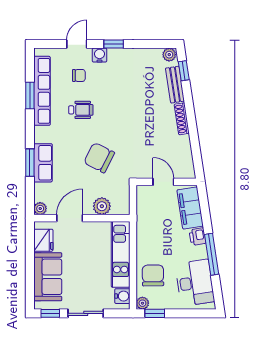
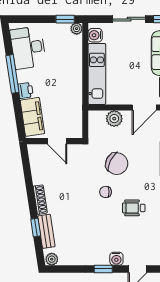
window: (184, 71) -> (36, 227), moved
chair: (79, 75) -> (106, 192), moved
chair: (153, 275) -> (67, 54), removed

